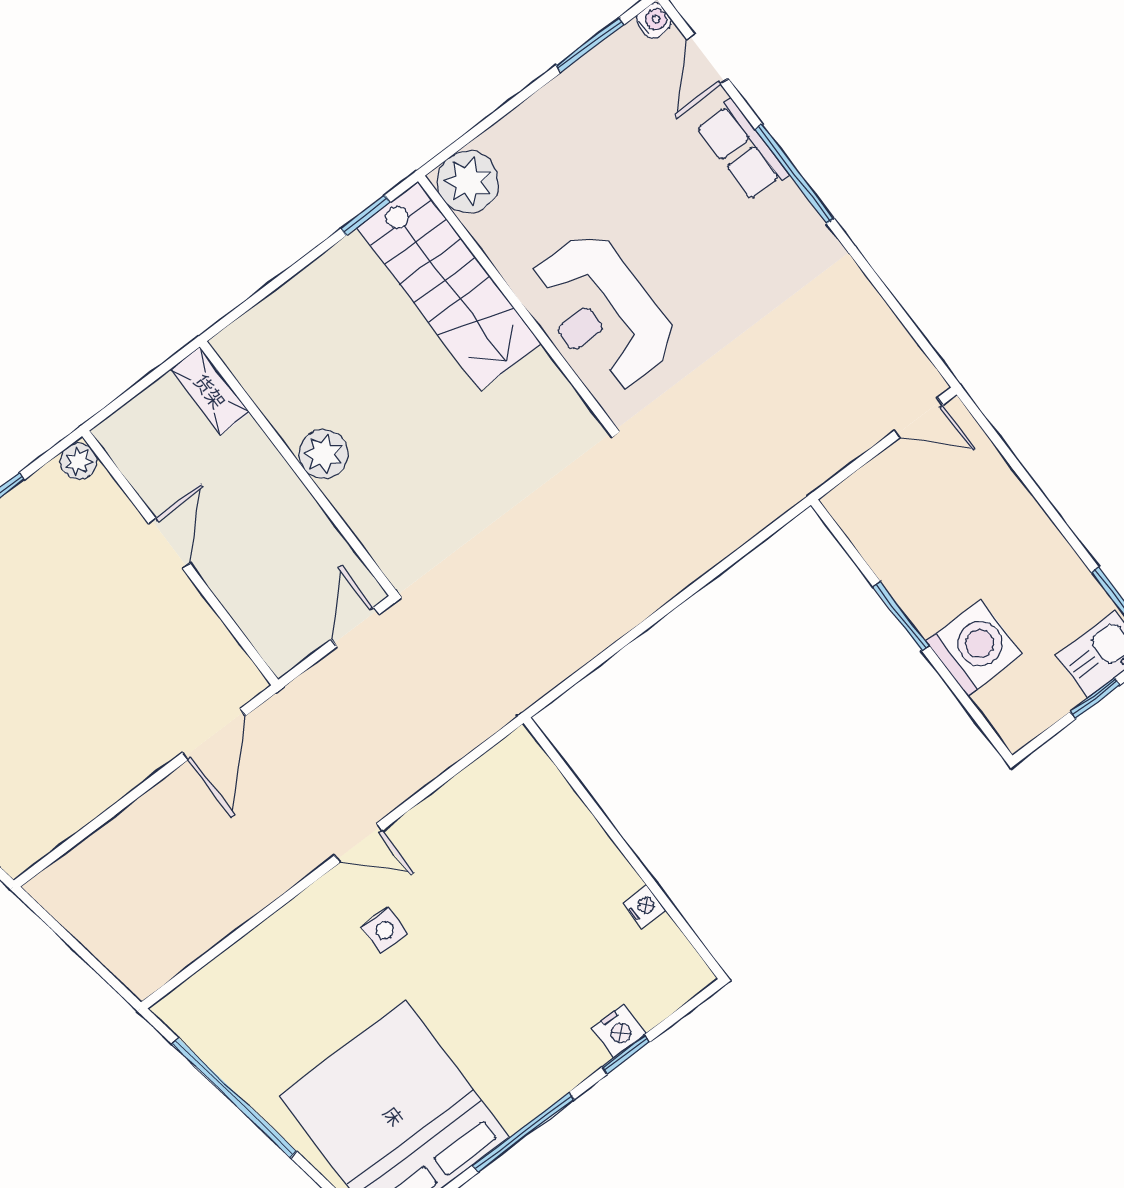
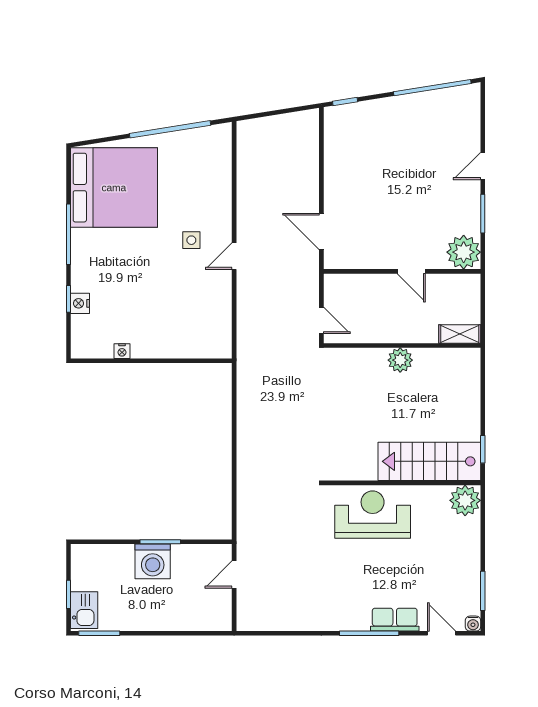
door: (918, 418) -> (234, 574), moved
plant: (79, 461) -> (464, 252), width x1.87, depth x1.87
washing machine: (974, 648) -> (153, 561), moved

